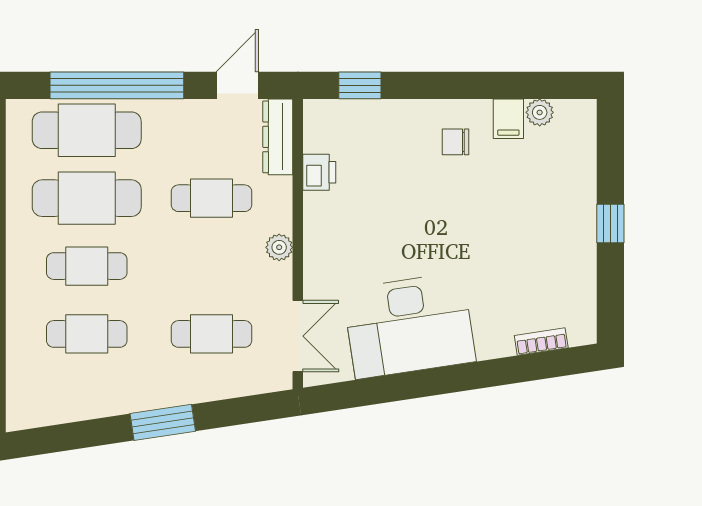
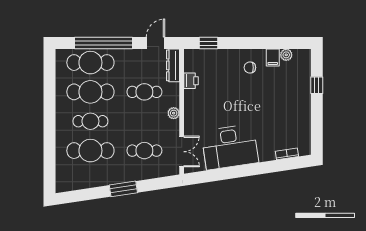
window: (610, 223) -> (317, 85), moved
cafe table: (87, 334) -> (90, 151), width x1.37, depth x1.35

